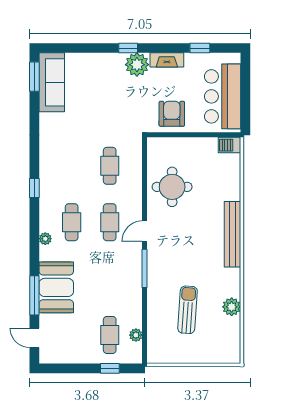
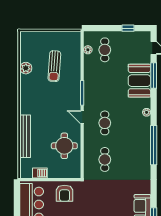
barbecue: (230, 145) -> (40, 173), moved
window: (34, 188) -> (154, 145), width x3.17
cafe table: (72, 222) -> (129, 123), removed
door: (145, 231) -> (82, 117), swing flipped
bench: (233, 234) -> (25, 136), moved
window: (110, 368) -> (128, 28), moved

